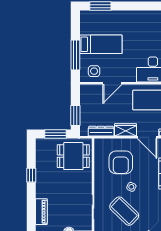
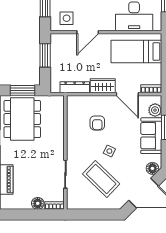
window: (75, 115) -> (45, 55), moved
dining table: (73, 156) -> (22, 119), moved, width x1.38
armchair: (121, 162) -> (97, 123), width x0.53, depth x0.53

